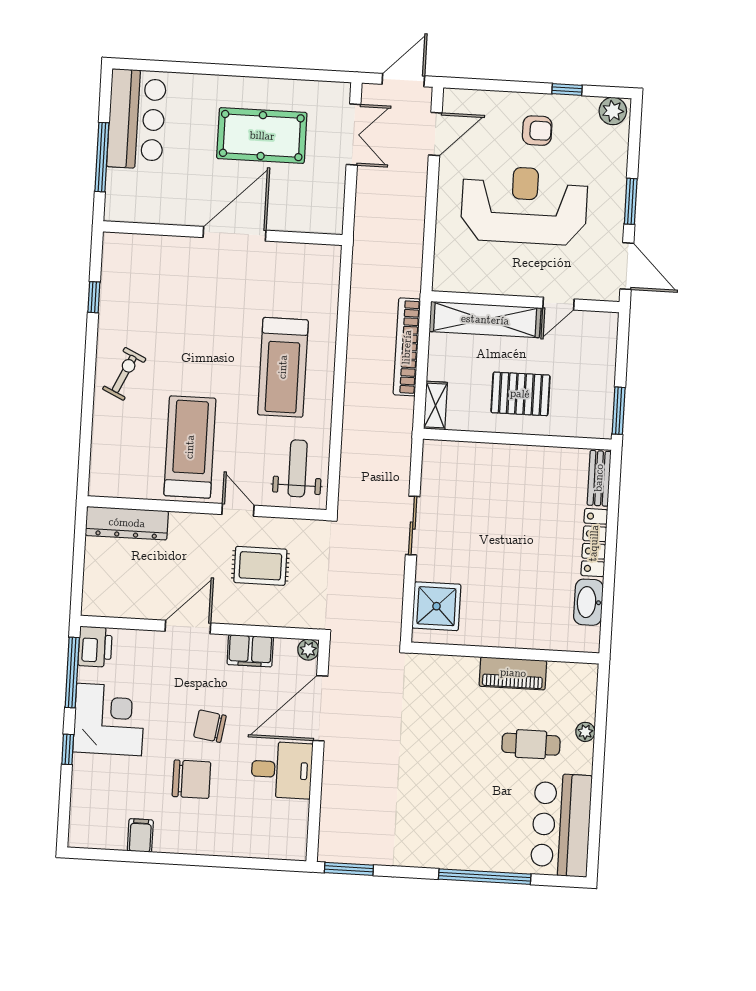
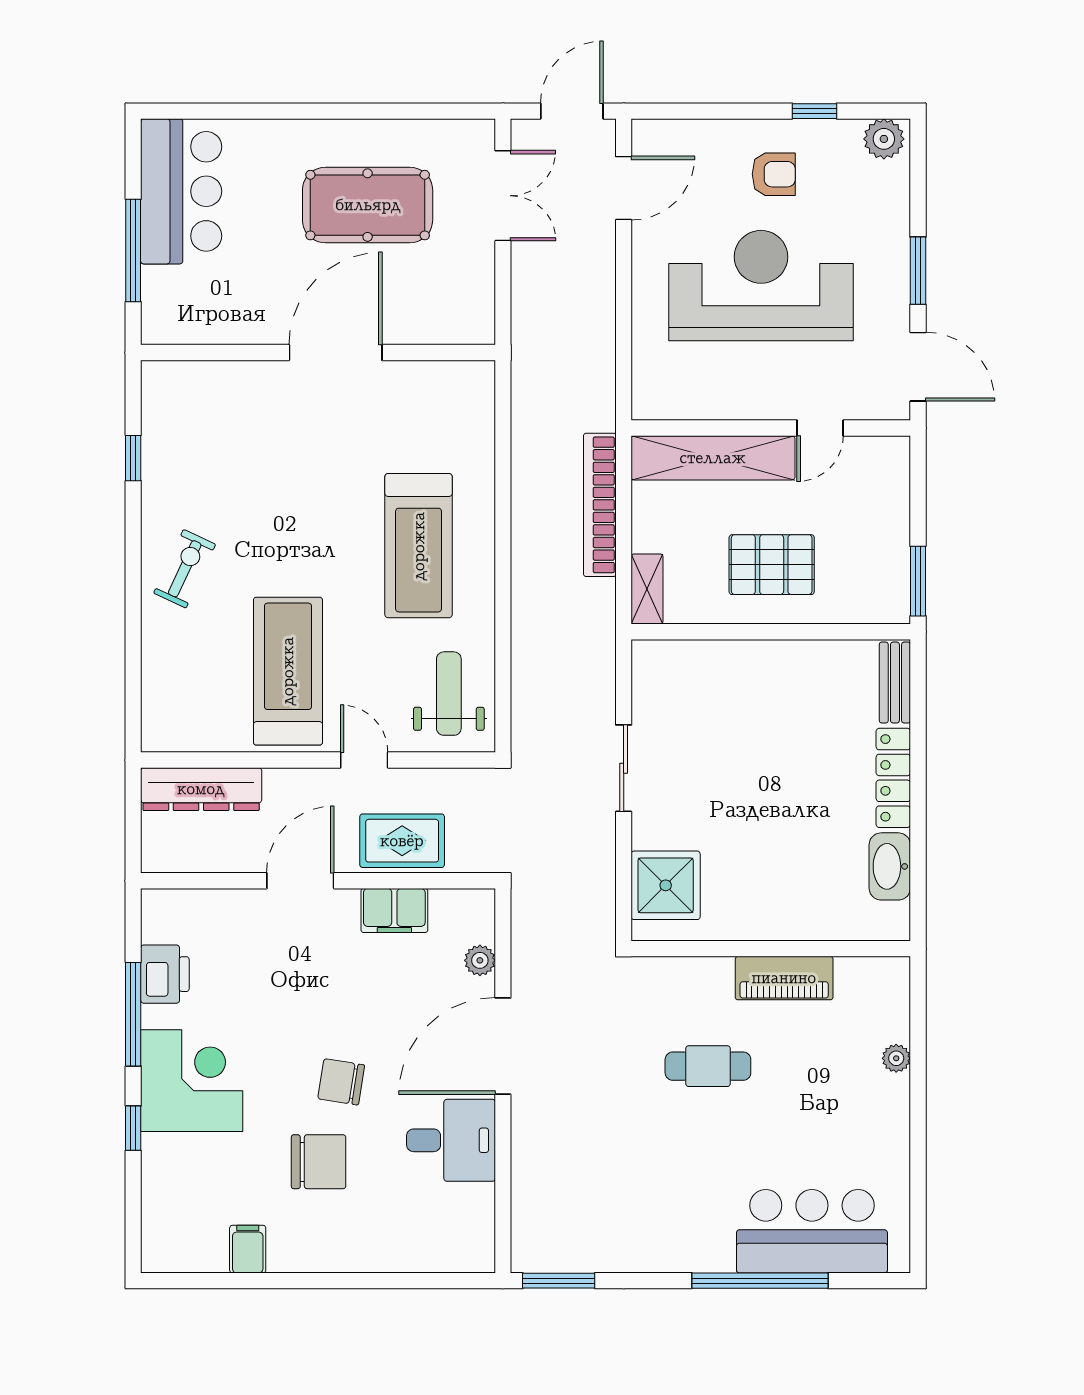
door: (188, 627) -> (300, 881), moved
wall: (200, 628) -> (318, 881), moved
filing cabinet: (250, 651) -> (394, 911), moved
cafe table: (531, 744) -> (708, 1066), moved
bar counter: (561, 825) -> (812, 1231), moved, turned 90

